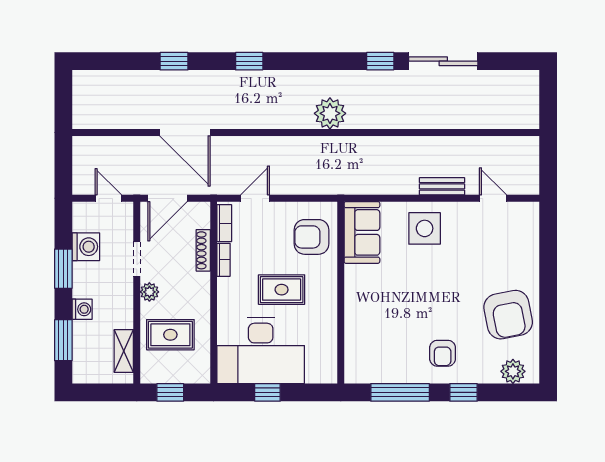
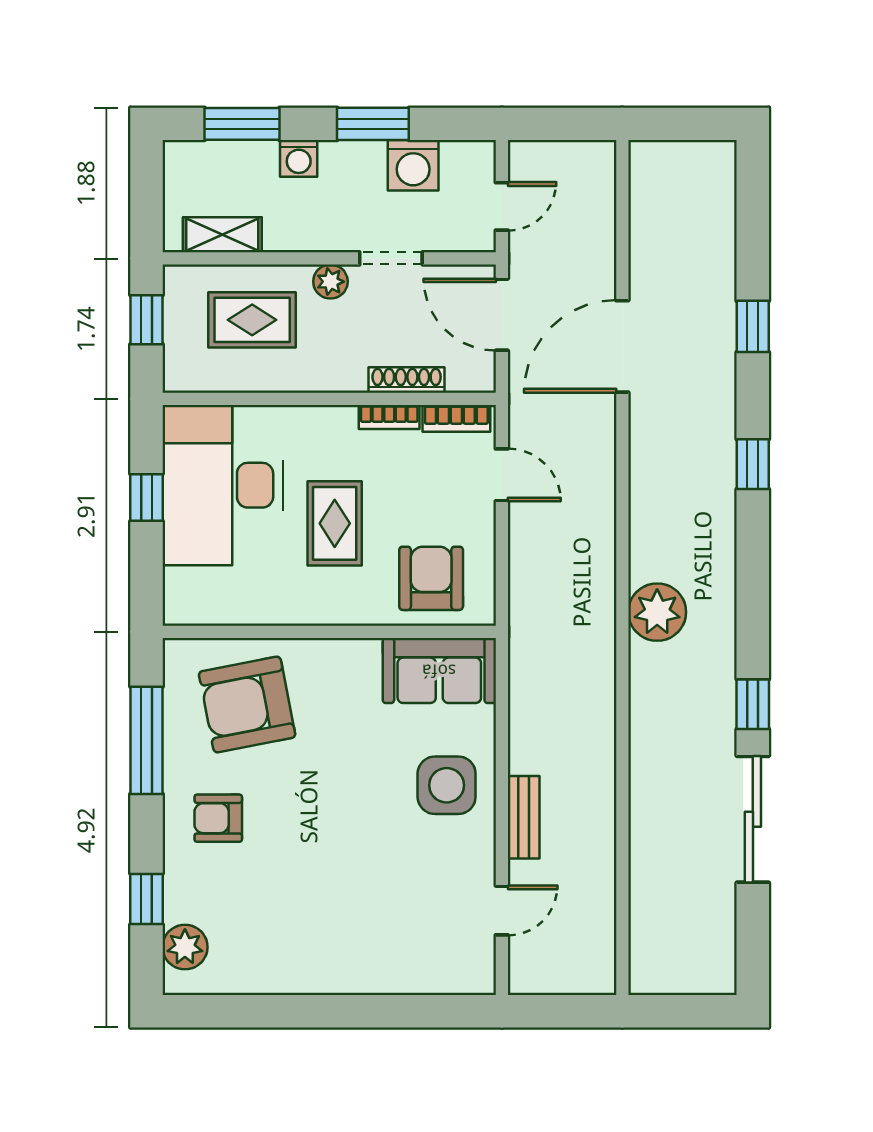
armchair: (508, 315) -> (247, 704), moved
rug: (170, 335) -> (252, 320), turned 90
window: (464, 392) -> (146, 899), moved

